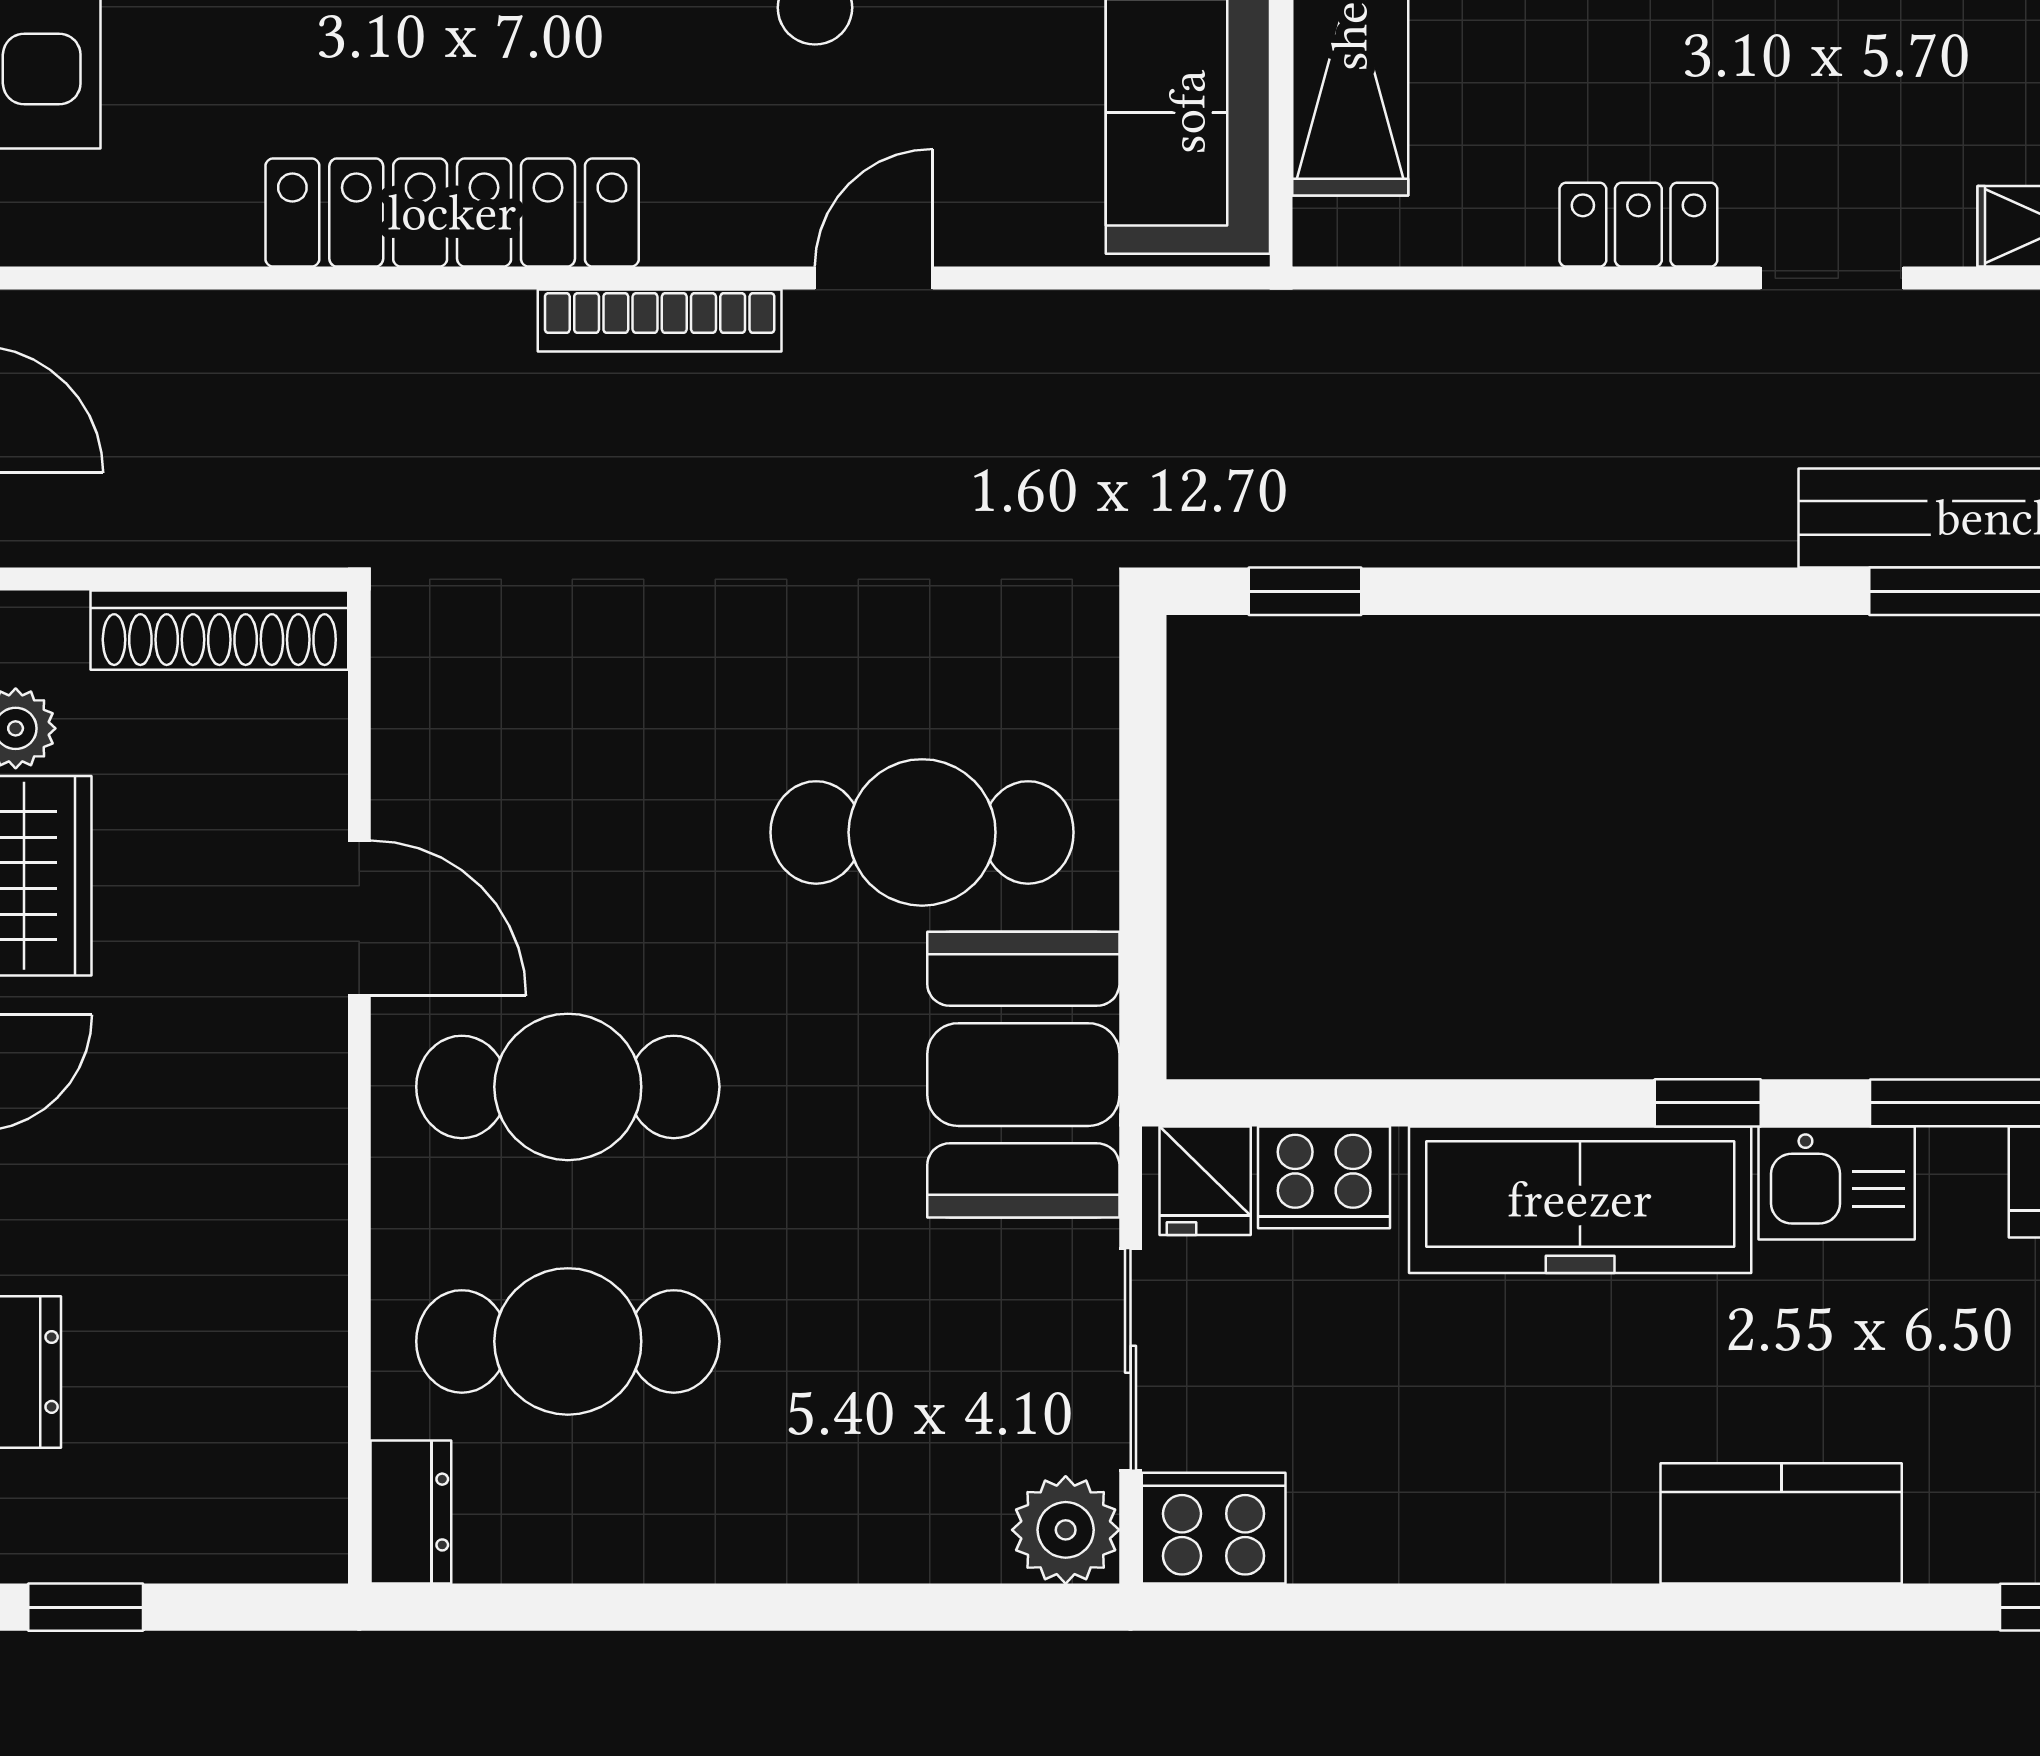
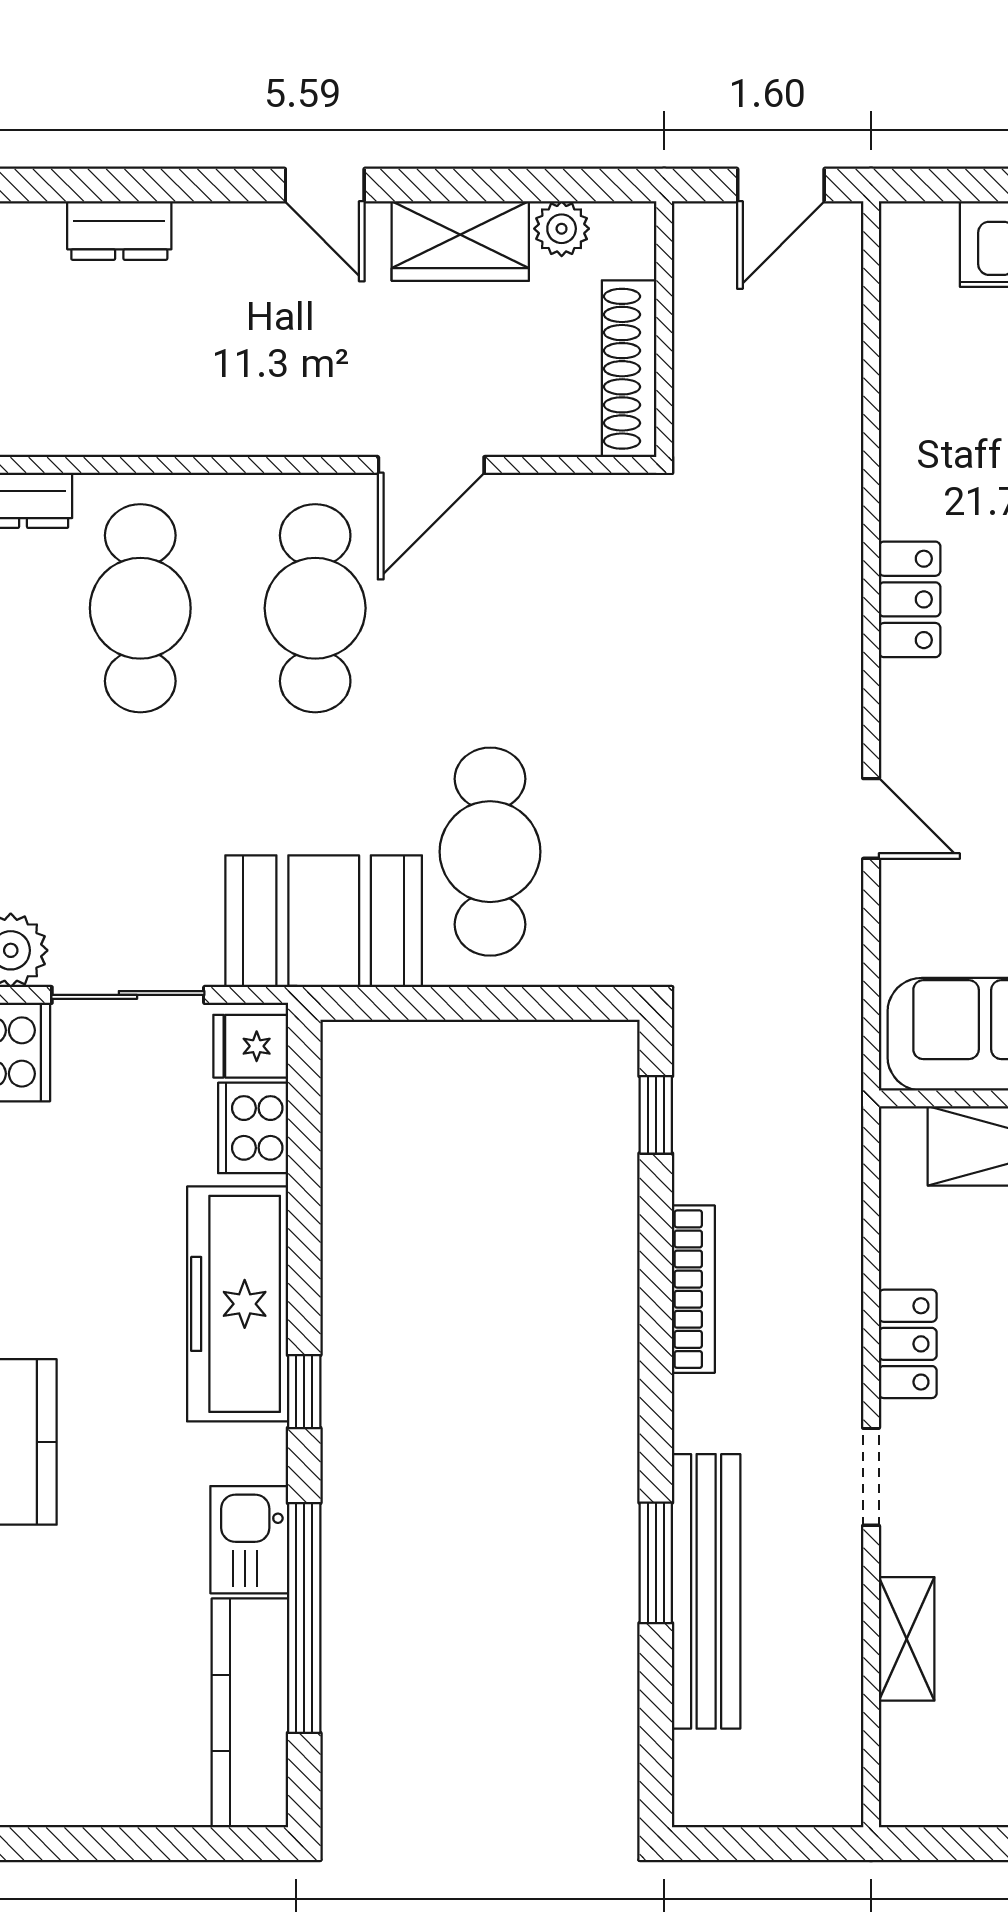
locker: (452, 213) -> (910, 599), width x0.46, depth x0.83
bookcase: (660, 320) -> (693, 1289), moved, turned 180
kitchen sink: (1837, 1183) -> (249, 1540), moved

